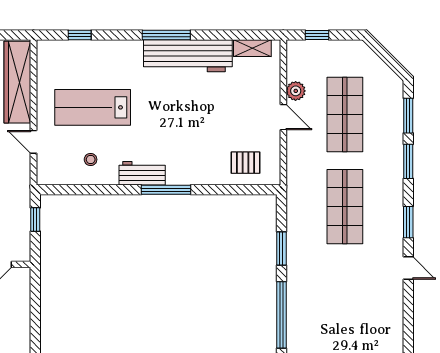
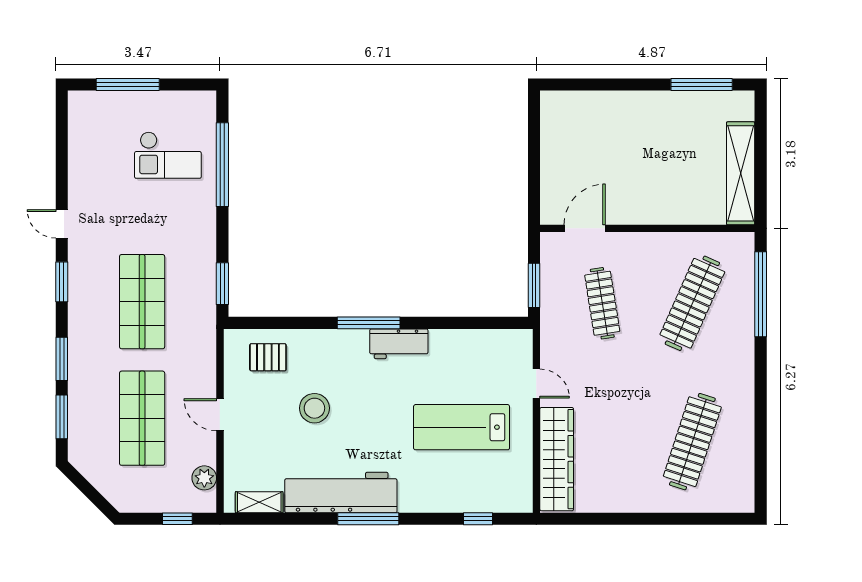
plant: (296, 91) -> (204, 478), moved
lab bench: (93, 107) -> (462, 427), turned 180
stool: (91, 160) -> (314, 408), moved, width x1.89, depth x1.89
window: (35, 219) -> (534, 285), width x1.50
window: (281, 248) -> (222, 284), moved
checkout: (324, 322) -> (168, 155), added

